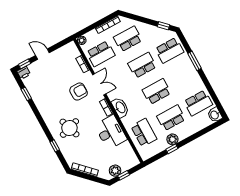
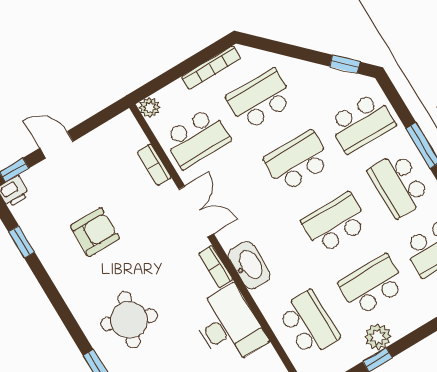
school desk: (184, 77) -> (399, 185), added
armchair: (79, 92) -> (95, 232), moved
round table: (69, 128) -> (129, 320), turned 38

